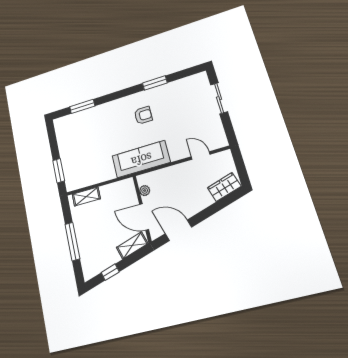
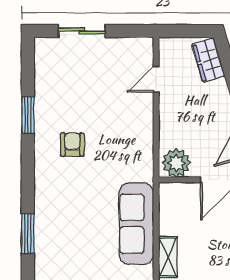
sofa: (141, 159) -> (136, 224), moved
plant: (145, 191) -> (176, 163), width x1.87, depth x1.87

